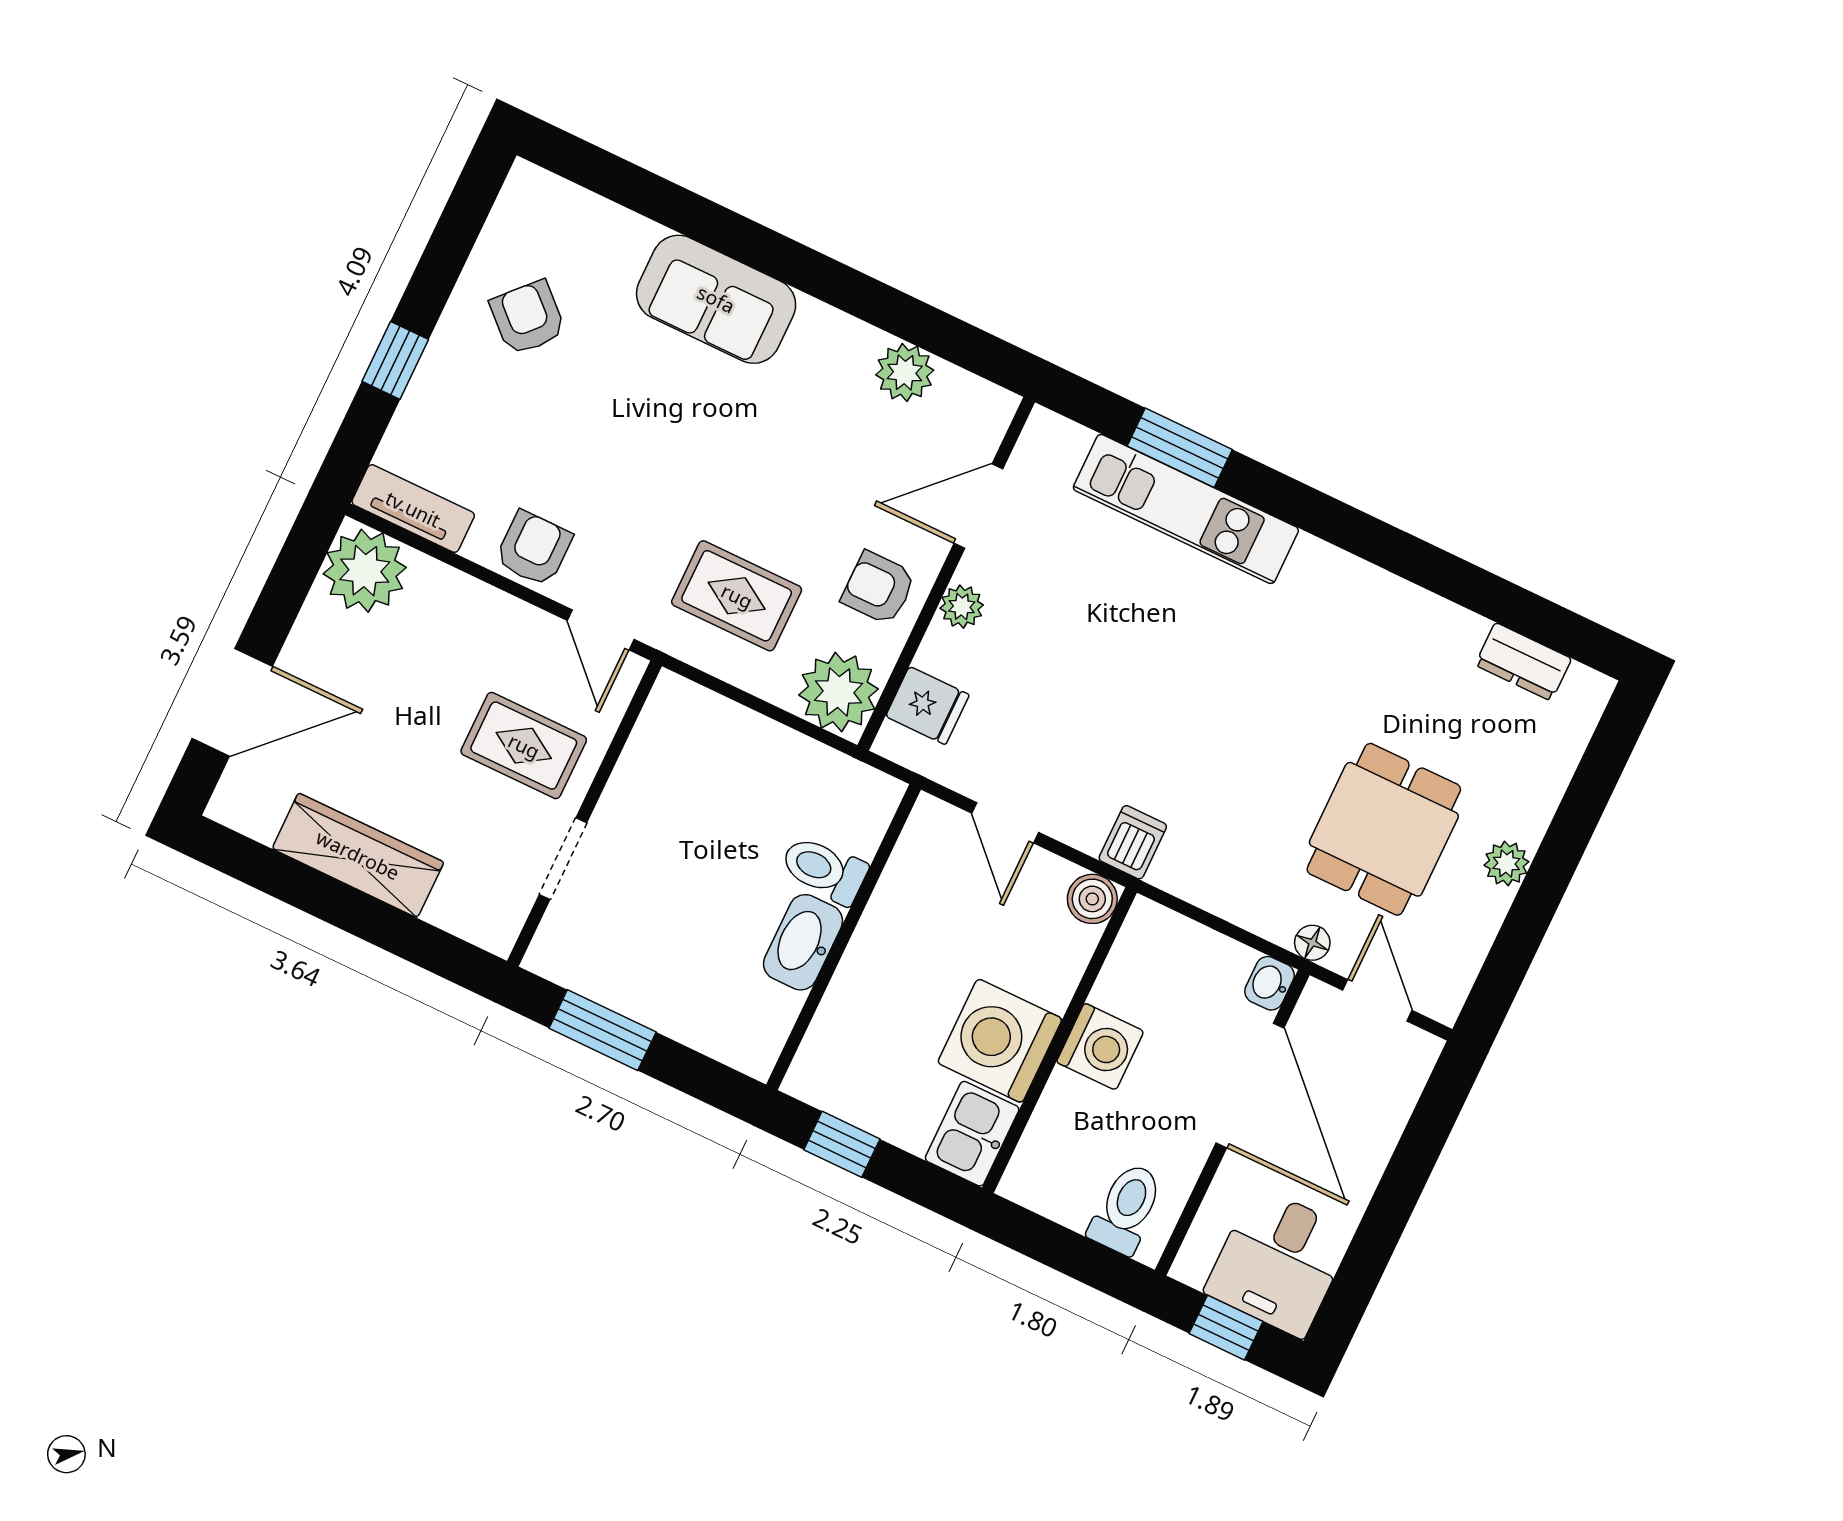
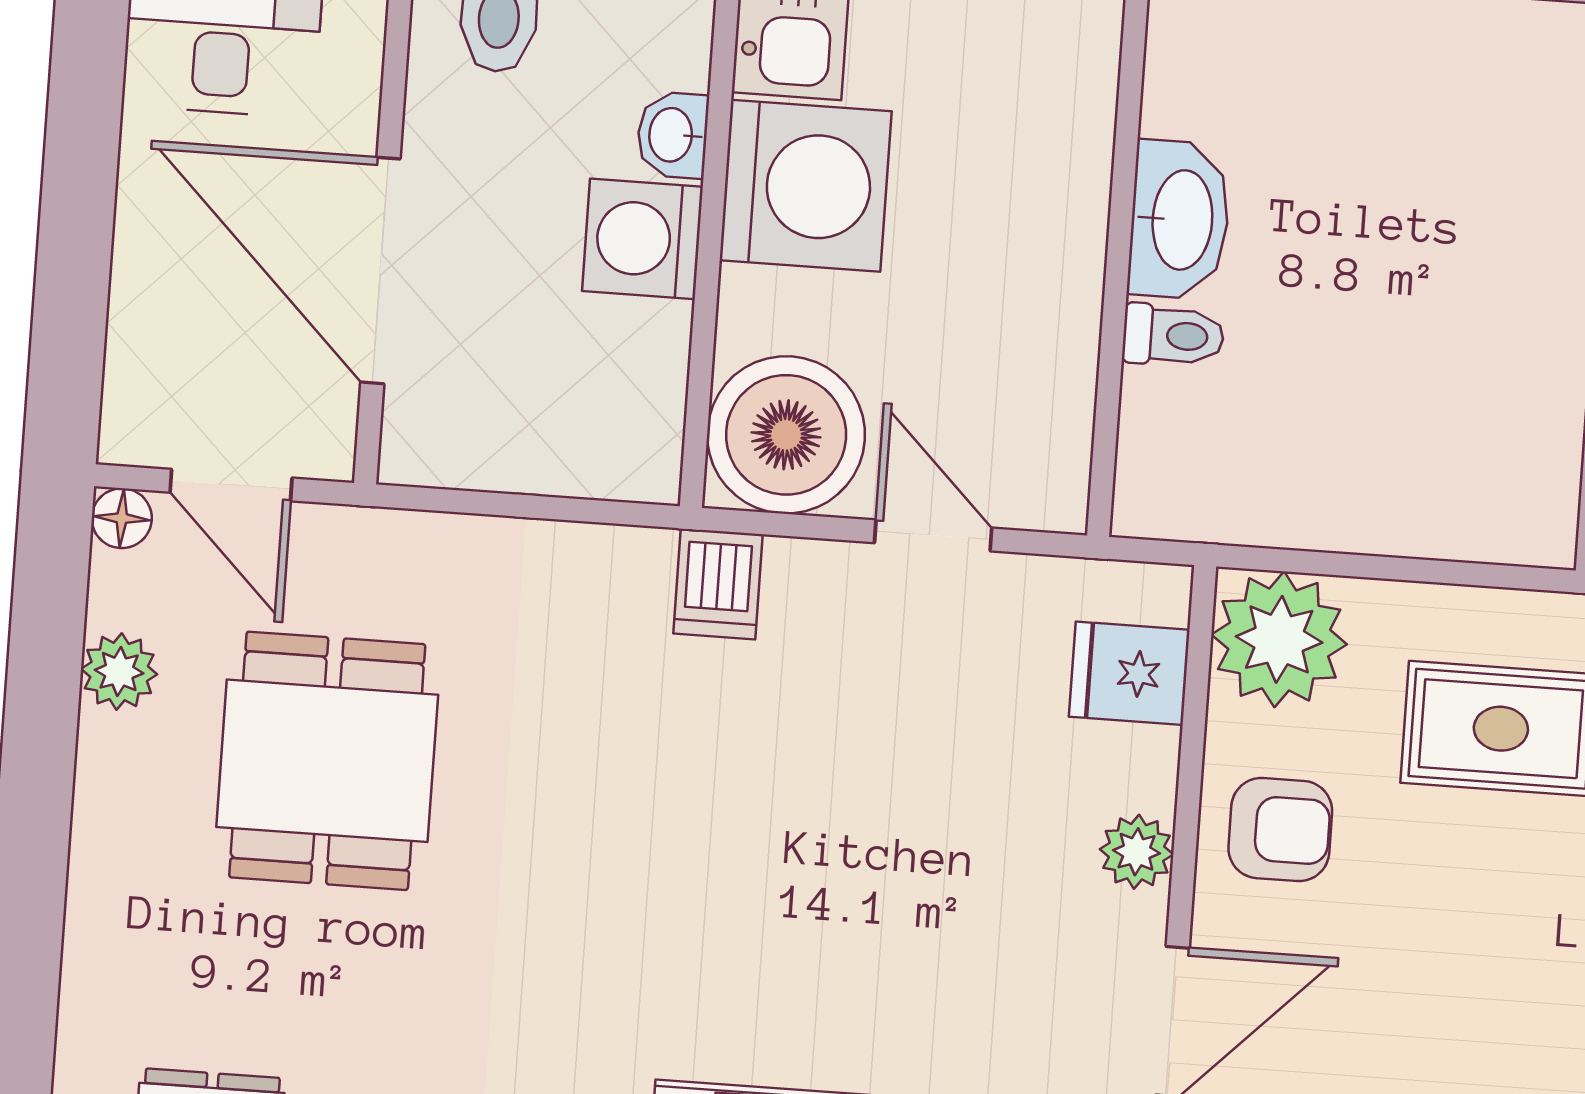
plant: (1506, 864) -> (119, 672), moved
toilet: (824, 870) -> (1173, 335), width x0.73, depth x0.72
boiler: (1092, 899) -> (786, 435), width x1.86, depth x1.86
floor lamp: (1312, 943) -> (122, 518), moved
washbasin: (1270, 983) -> (673, 135), moved, turned 180

